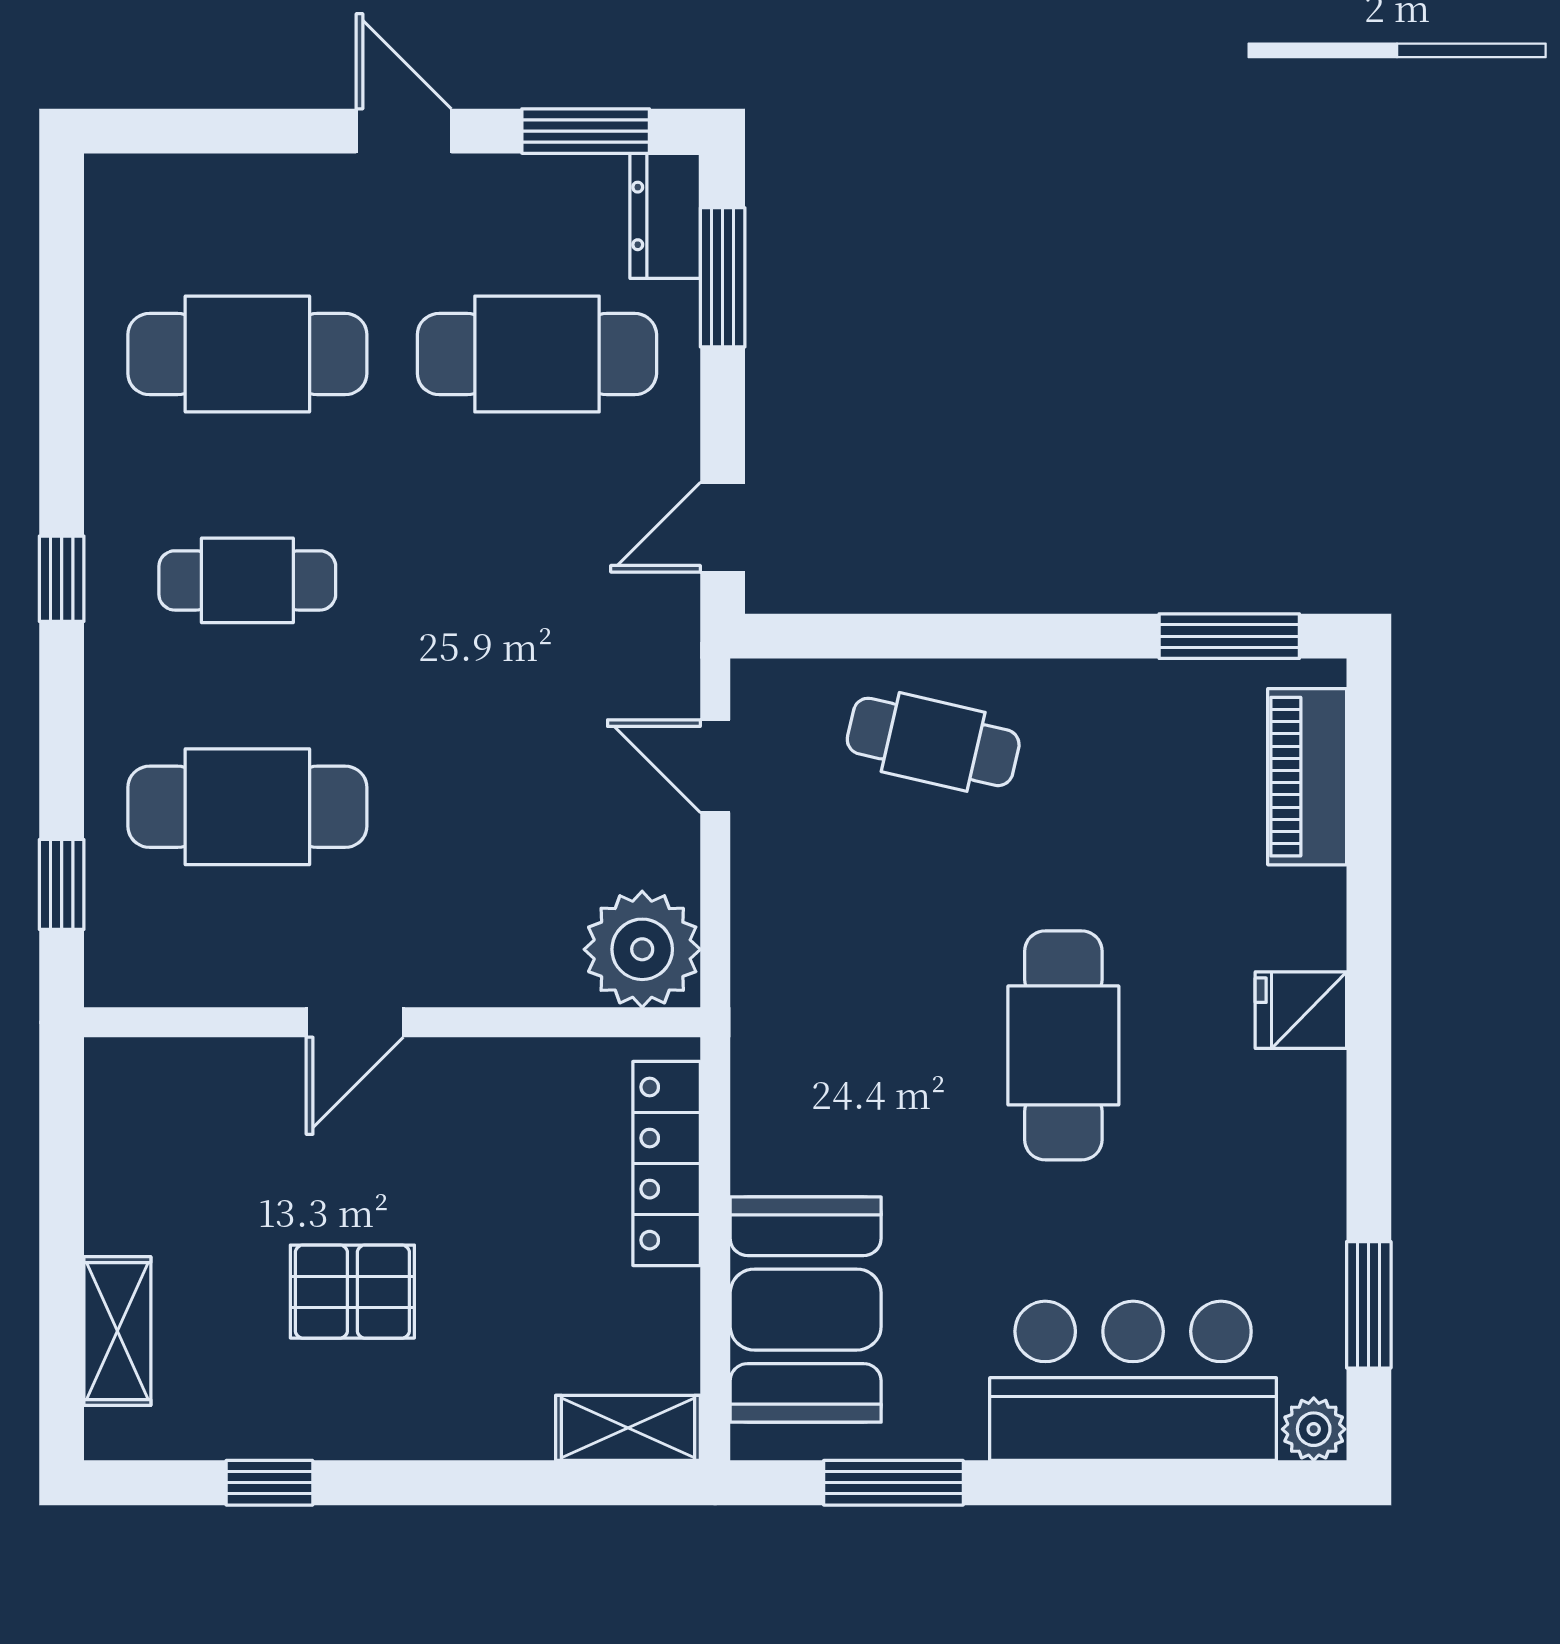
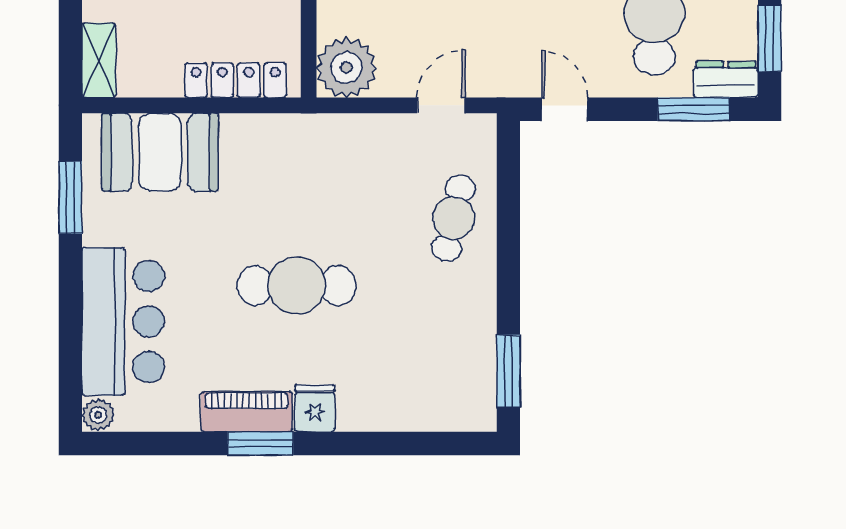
piano: (1307, 777) -> (246, 412), moved
window: (1369, 1305) -> (260, 443), moved

